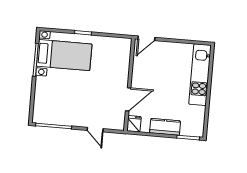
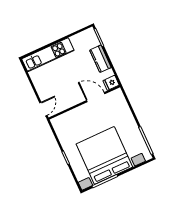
door: (146, 38) -> (43, 109), hinge flipped
bed with nightstands: (64, 55) -> (104, 155), width x1.85
door: (95, 130) -> (131, 109), removed

